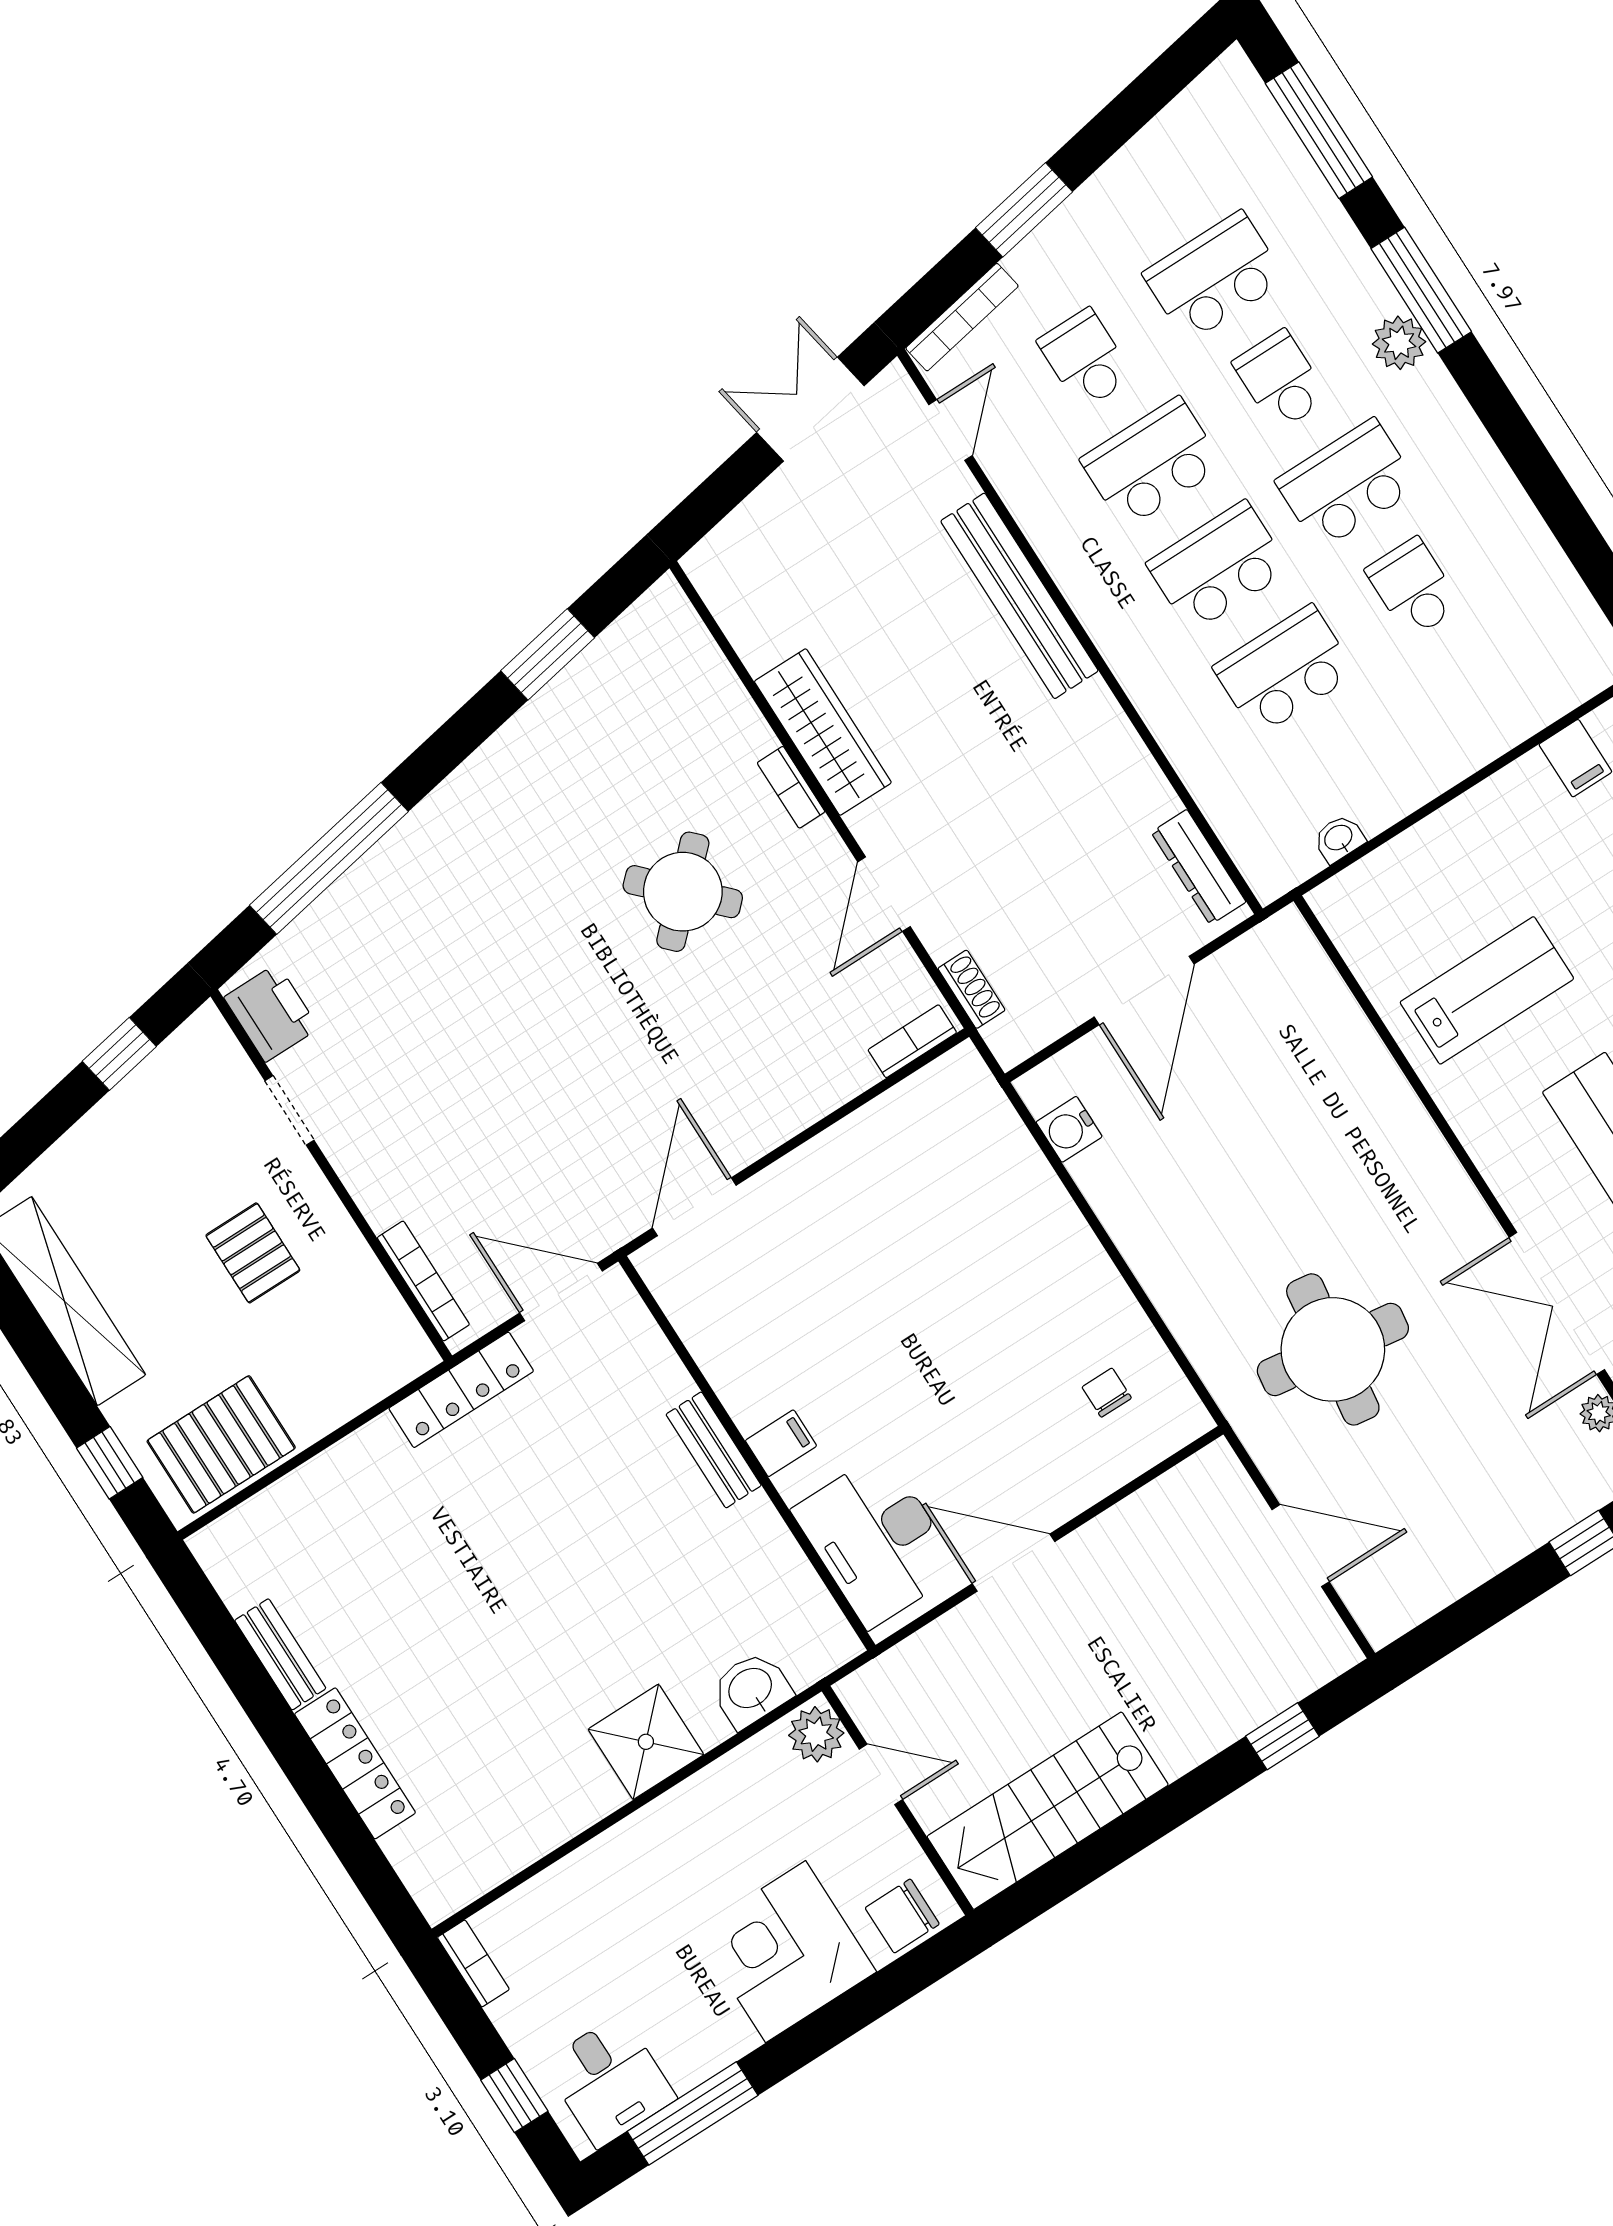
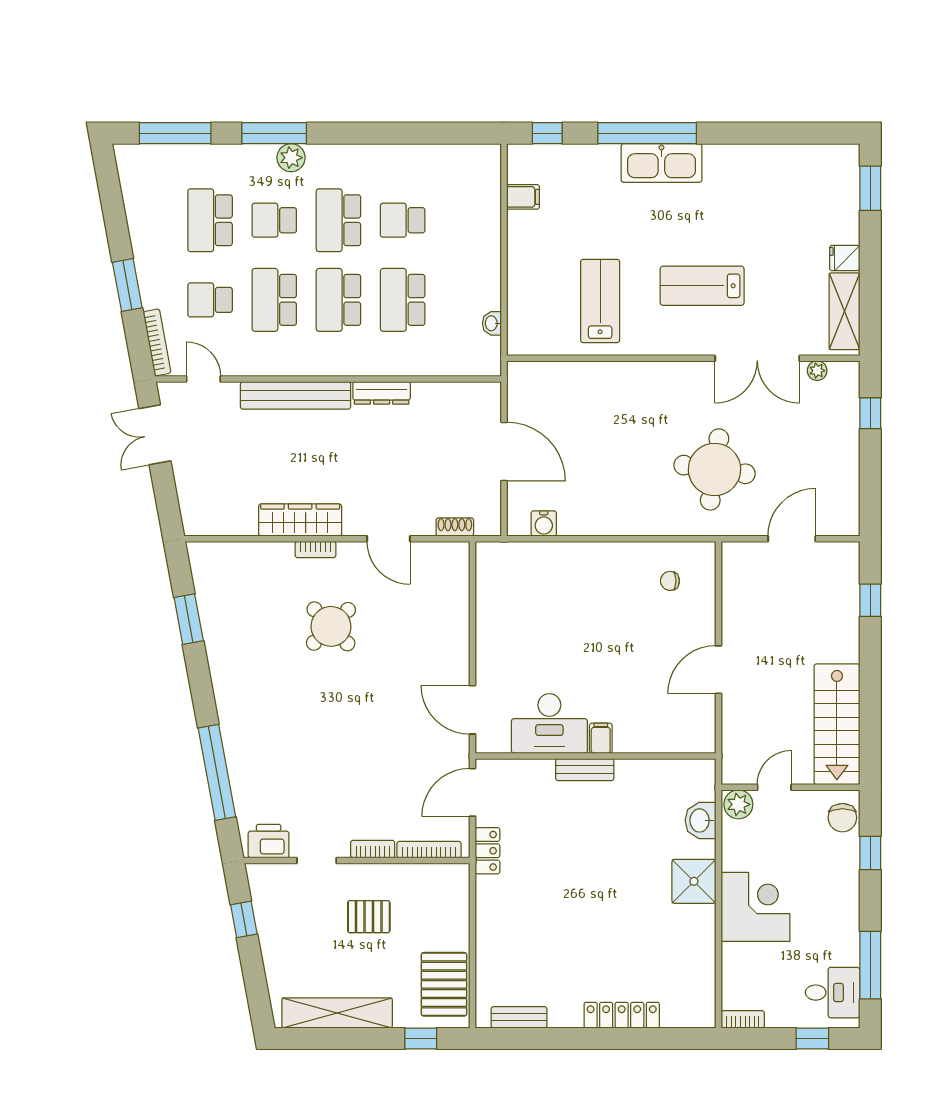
dresser: (1198, 867) -> (382, 393), moved
bookcase: (912, 1041) -> (373, 849), moved, turned 90
locker: (461, 1390) -> (487, 851), width x0.66
desk: (876, 1540) -> (549, 723), moved
bench: (280, 1654) -> (519, 1017), moved
corner desk: (786, 1952) -> (756, 907), moved, turned 180
window: (874, 1998) -> (870, 853), added

